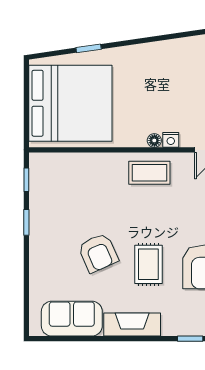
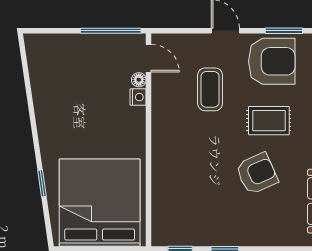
floor lamp: (154, 140) -> (139, 80), moved
coffee table: (149, 173) -> (210, 89), moved

